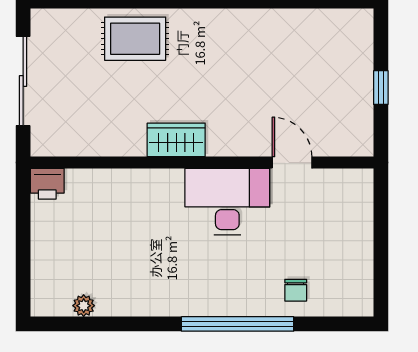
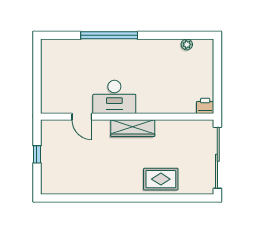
sliding door: (23, 81) -> (217, 158), width x1.36
wardrobe: (176, 140) -> (133, 128), width x1.50
chair: (296, 290) -> (80, 52), removed

